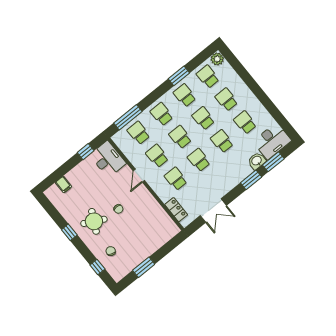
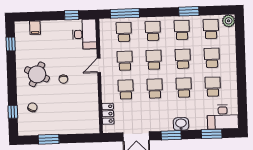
washbasin: (257, 161) -> (181, 124), moved
window: (251, 180) -> (171, 135), moved
window: (69, 232) -> (11, 44), moved

